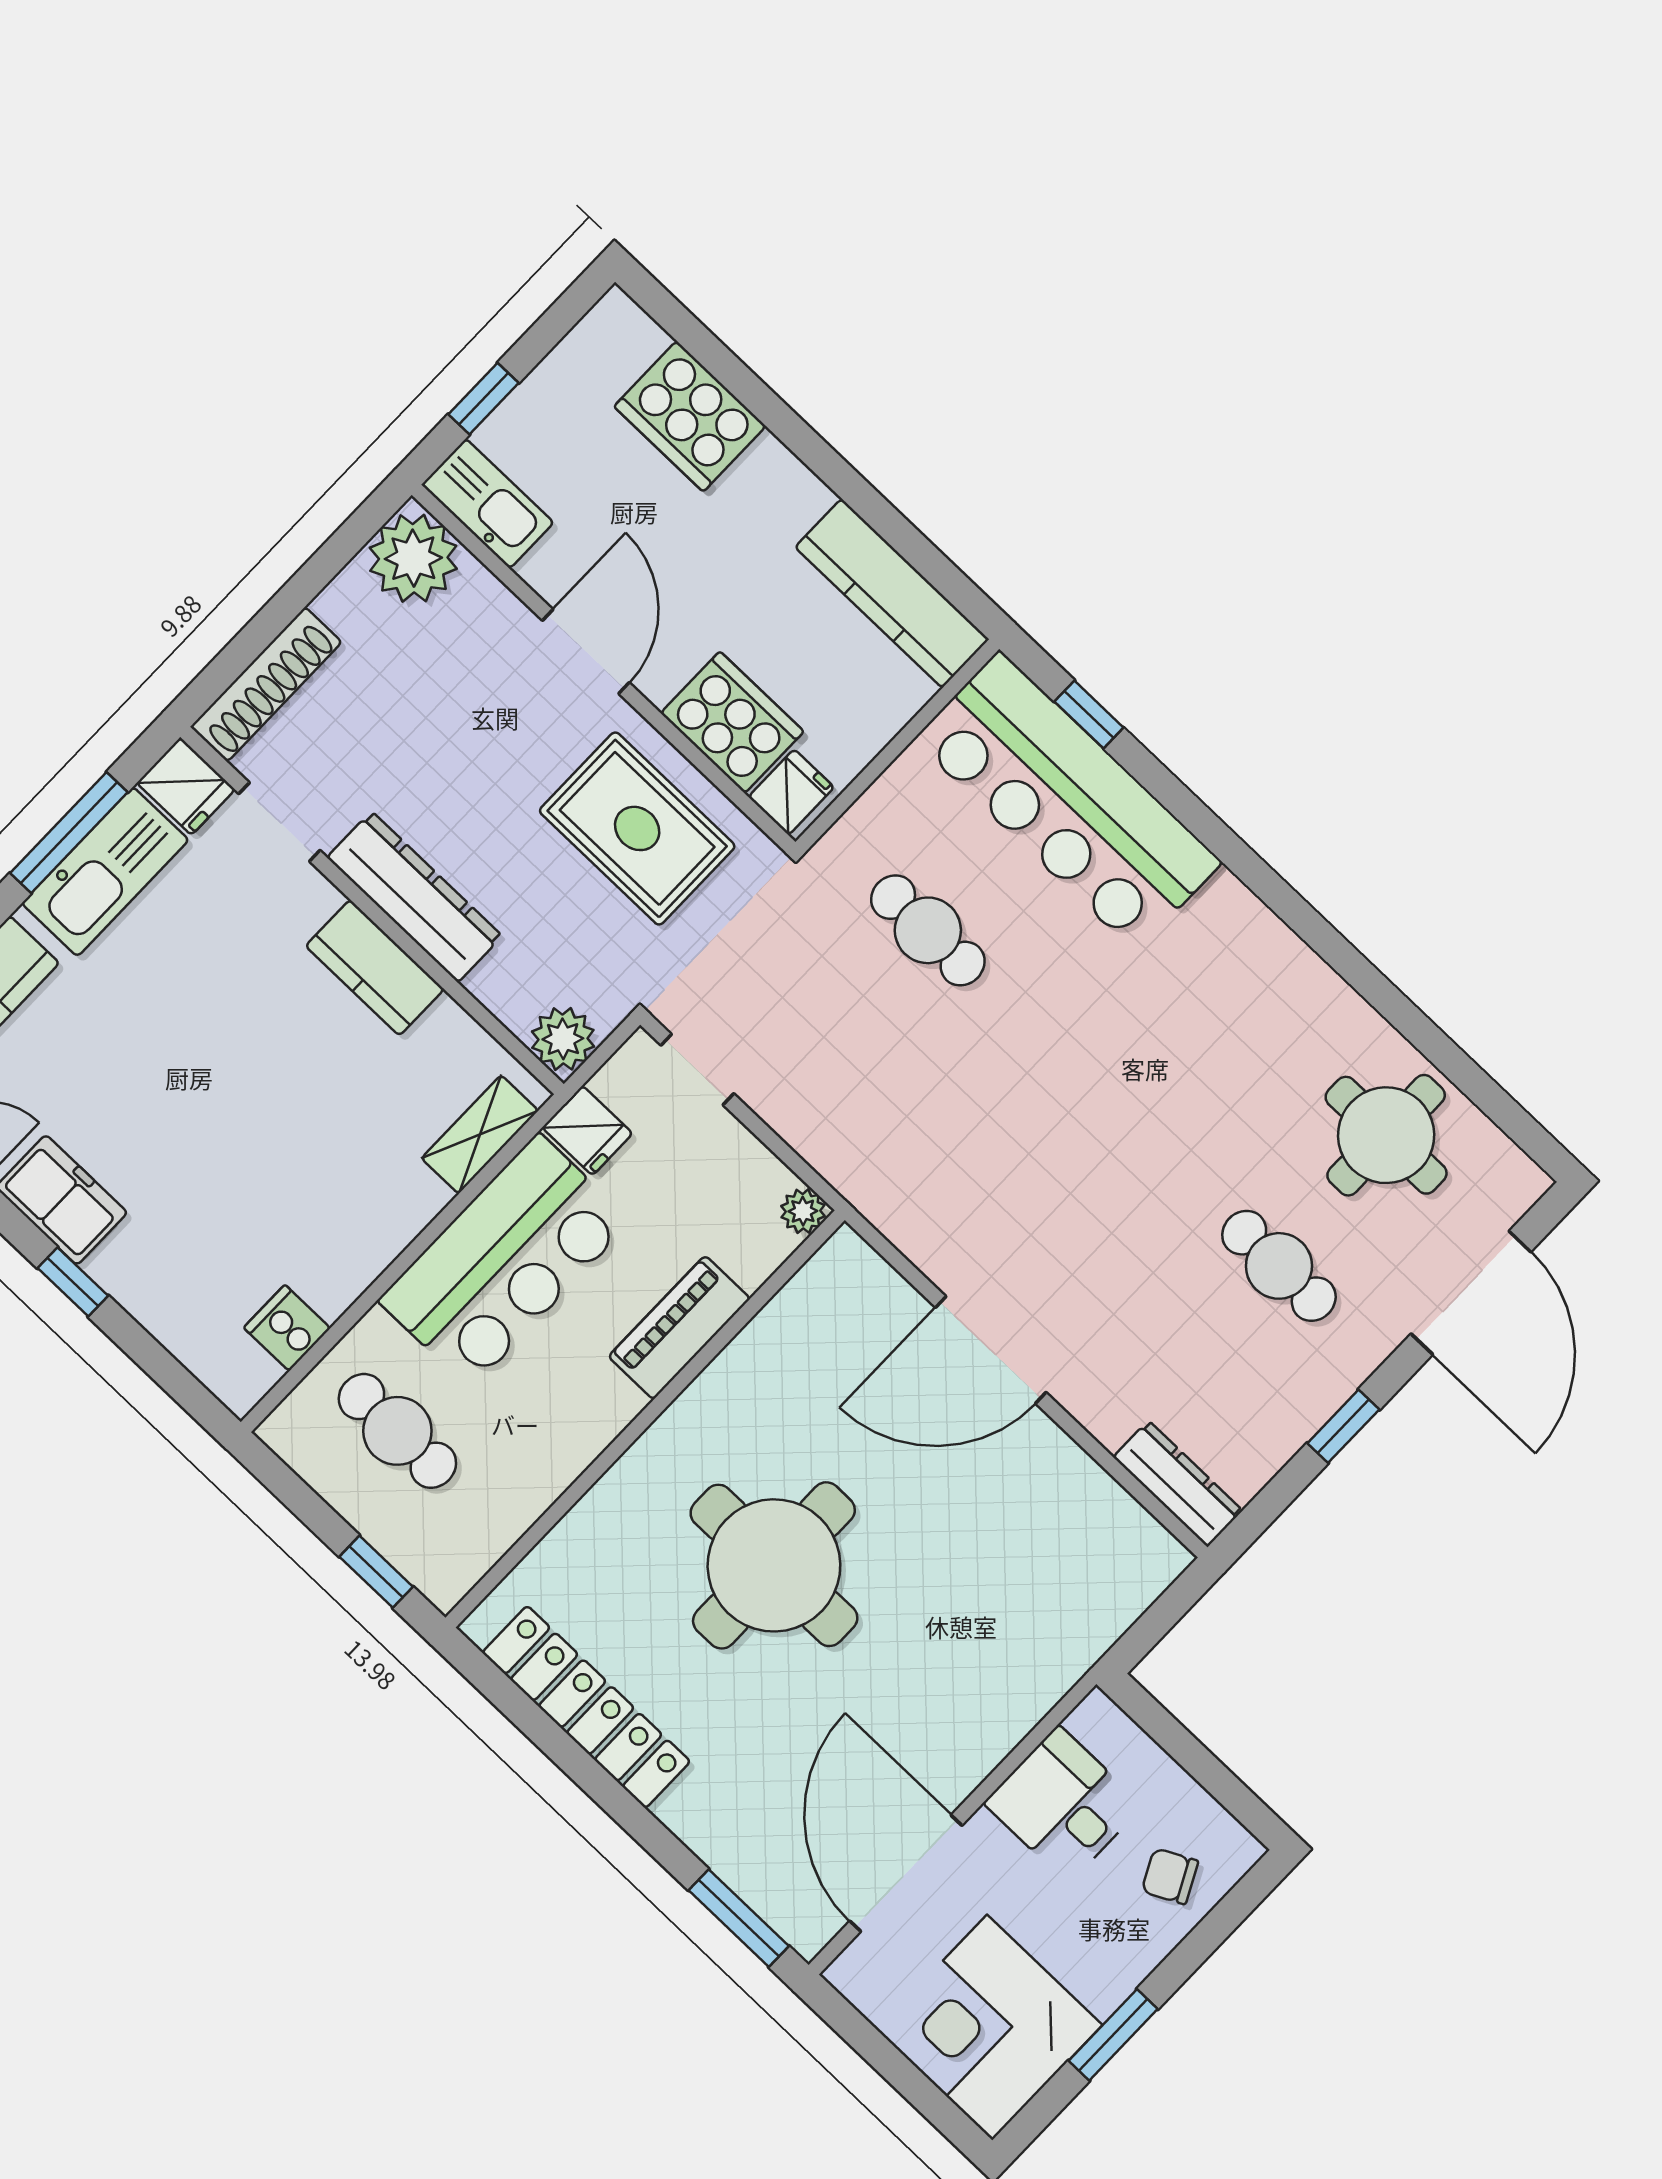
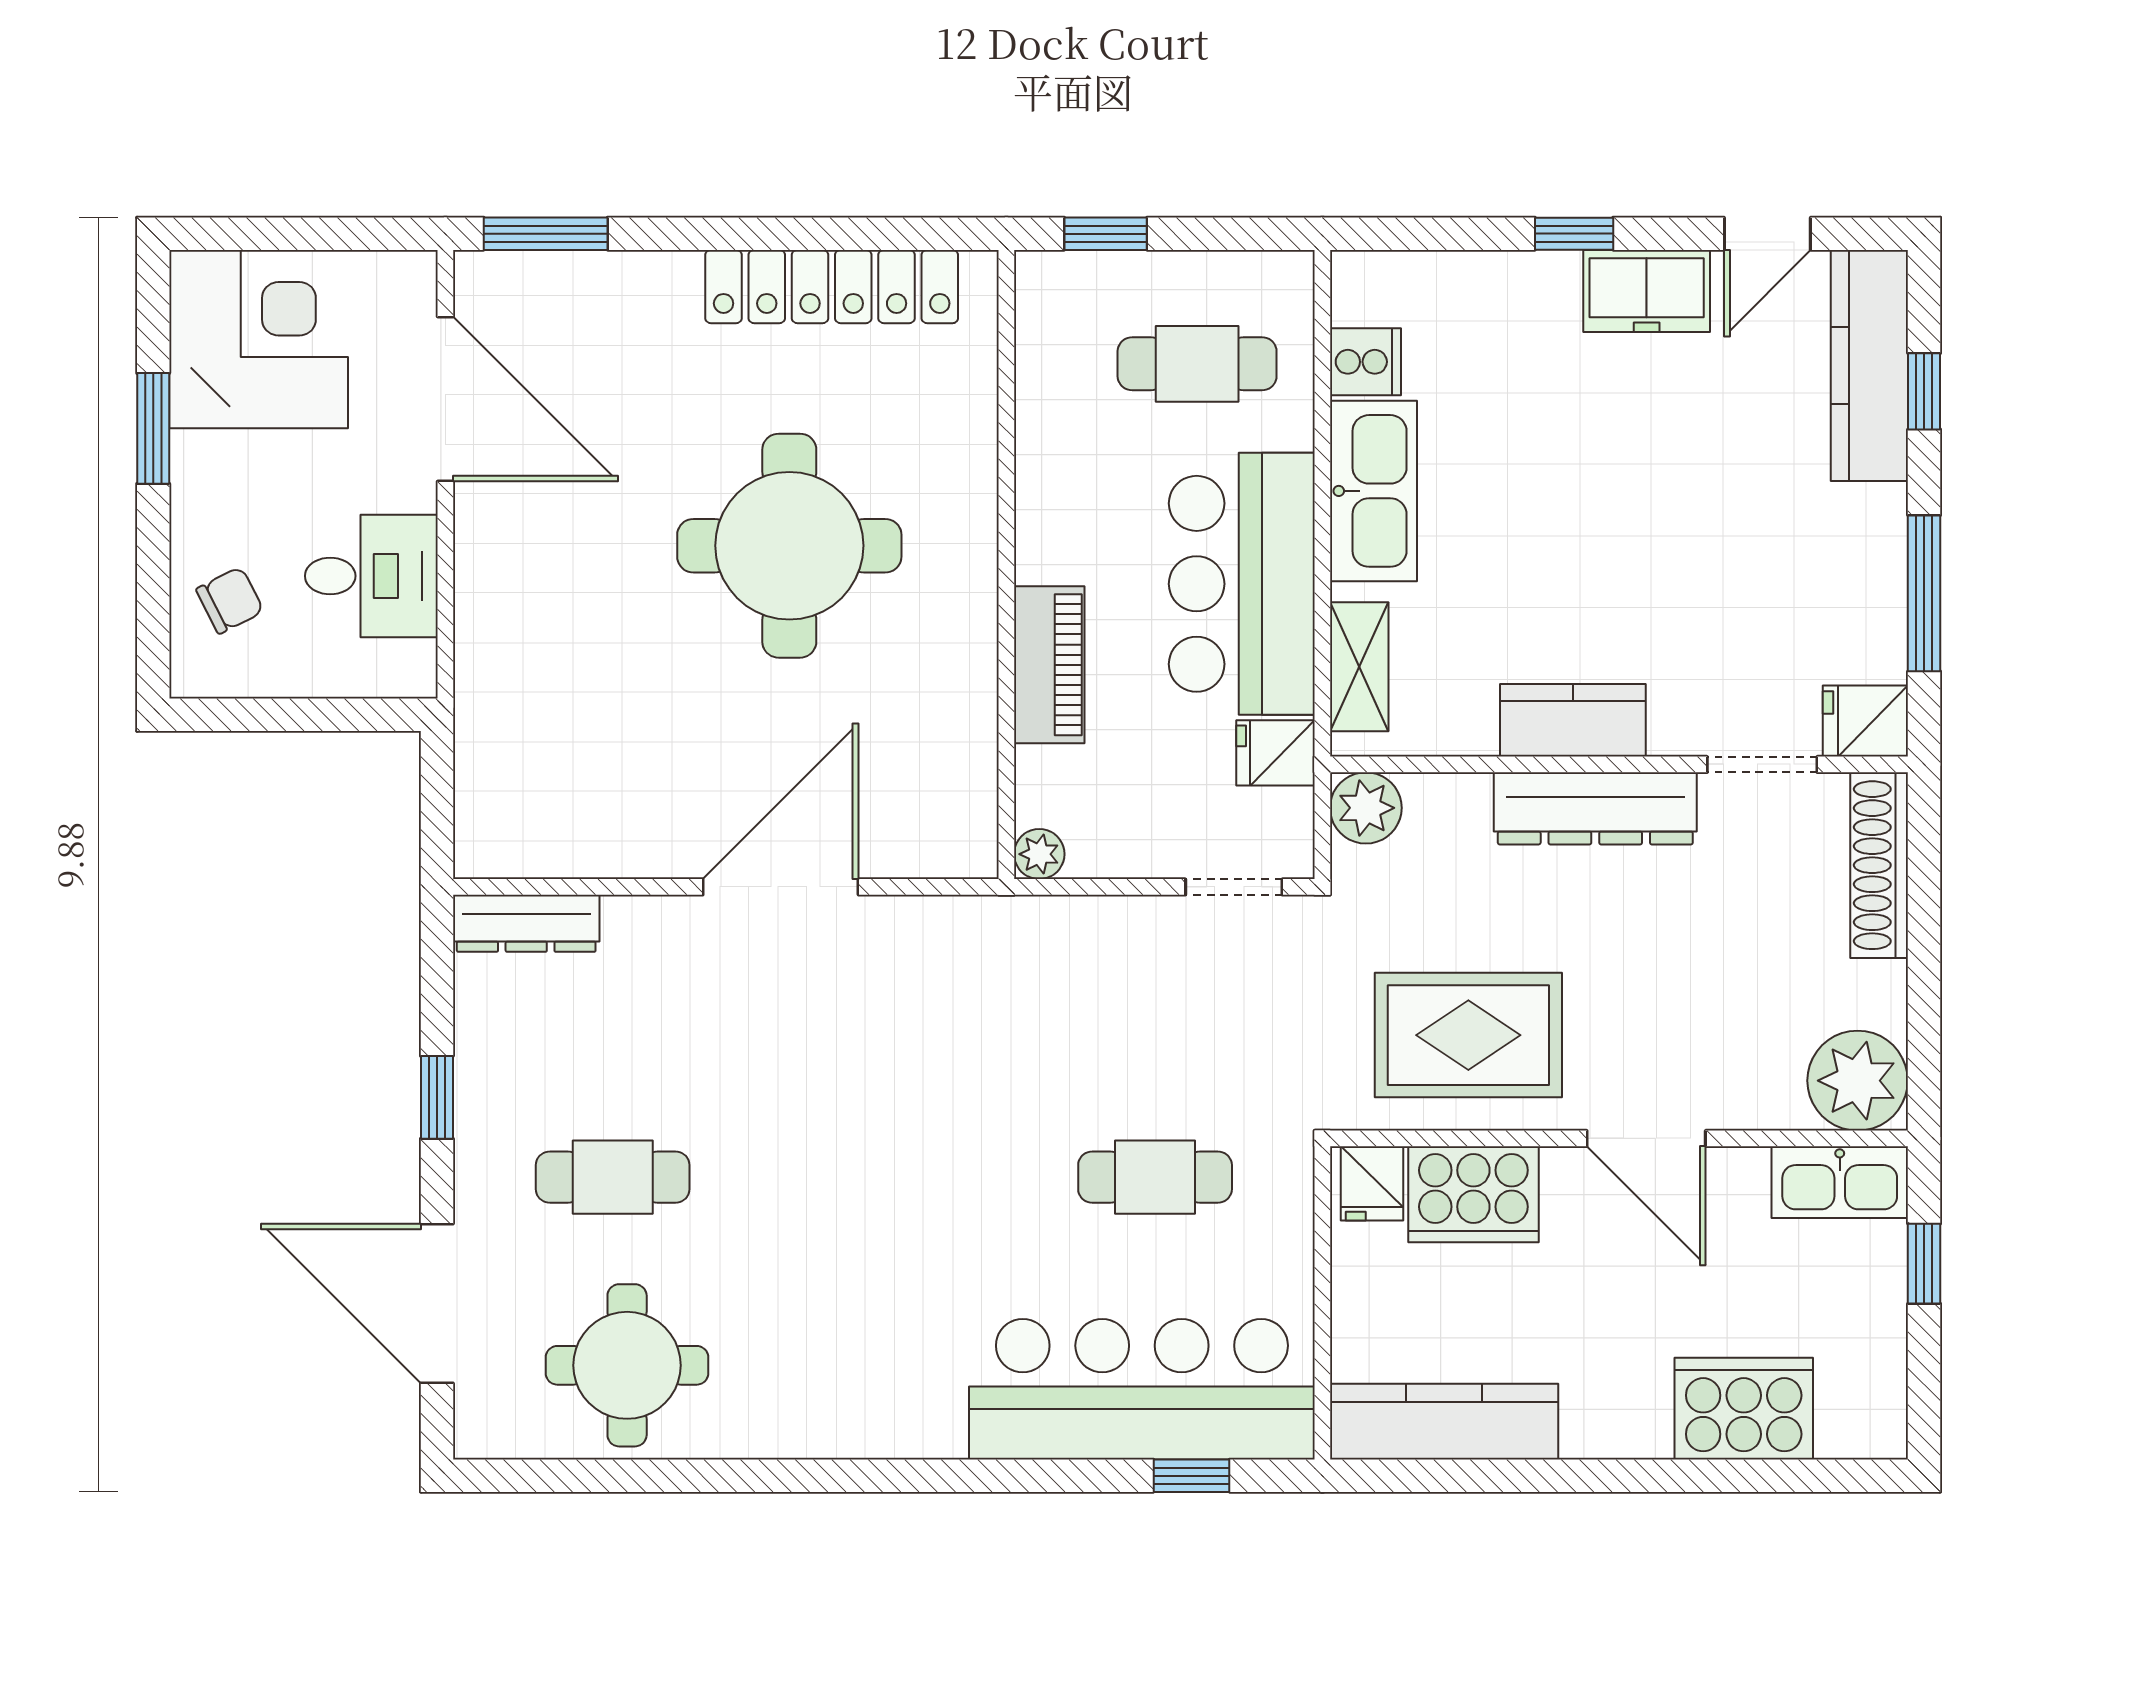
kitchen sink: (105, 872) -> (1373, 491), moved, turned 180

